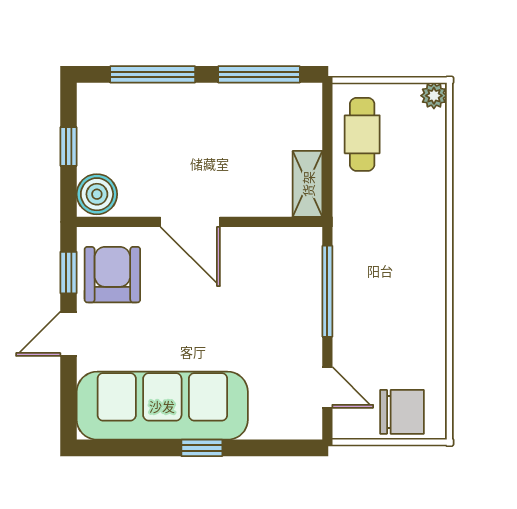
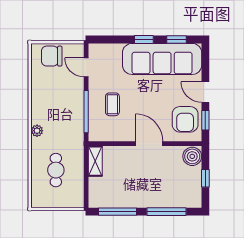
plant: (434, 96) -> (37, 131), moved
cafe table: (362, 134) -> (56, 170), moved
coffee table: (270, 307) -> (112, 104), added
door: (69, 334) -> (205, 92), swing flipped
window: (131, 448) -> (176, 39), added

